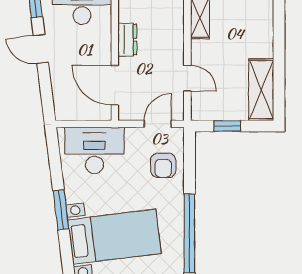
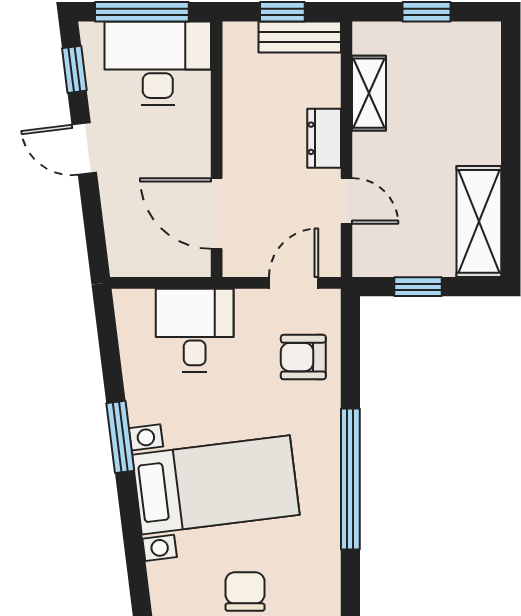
dresser: (127, 40) -> (324, 138), moved, turned 180
desk: (94, 150) -> (195, 330), width x0.73
armchair: (163, 165) -> (303, 357), turned 90

